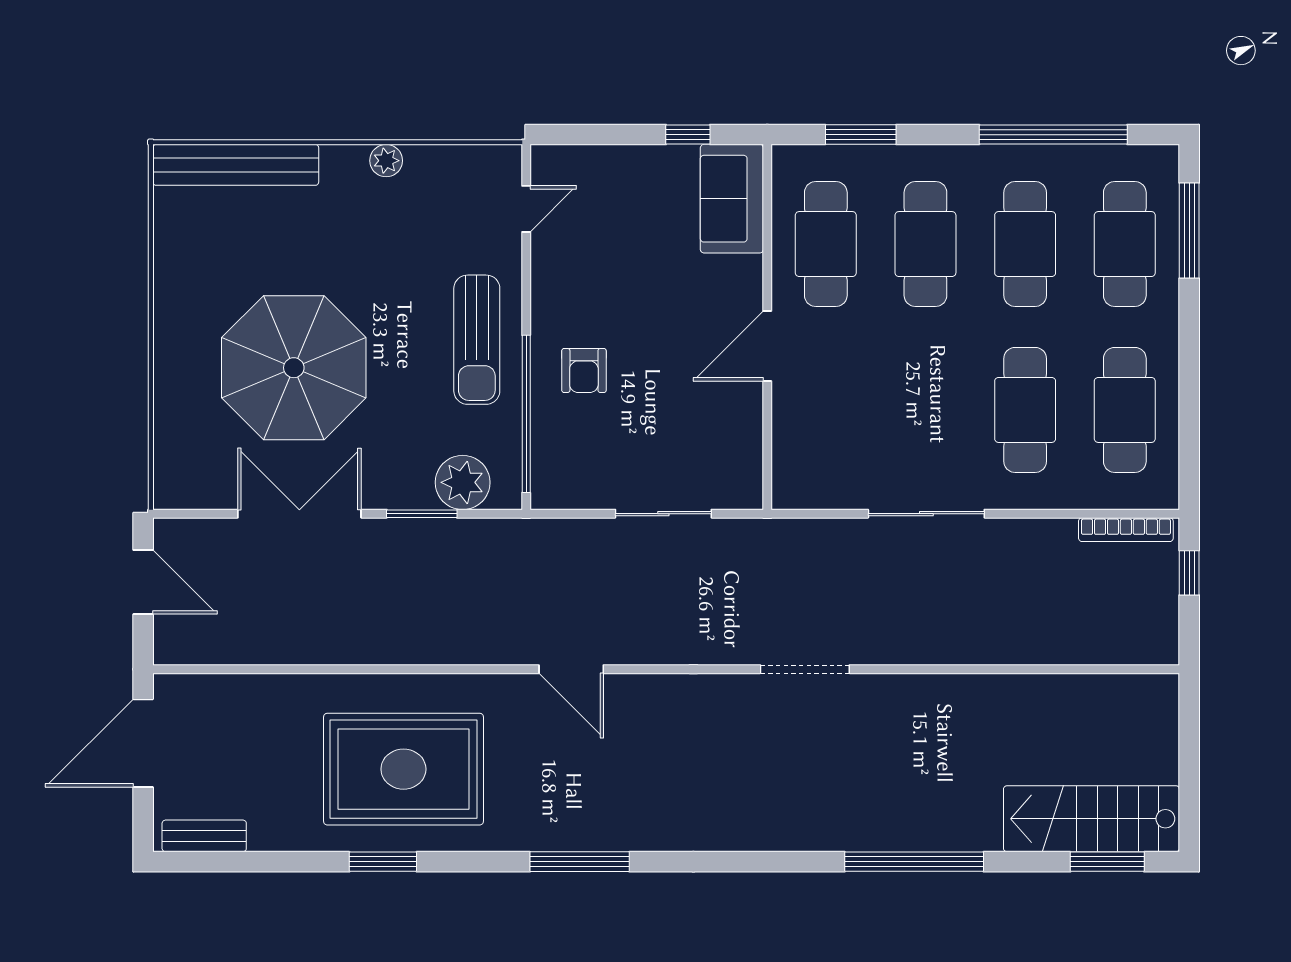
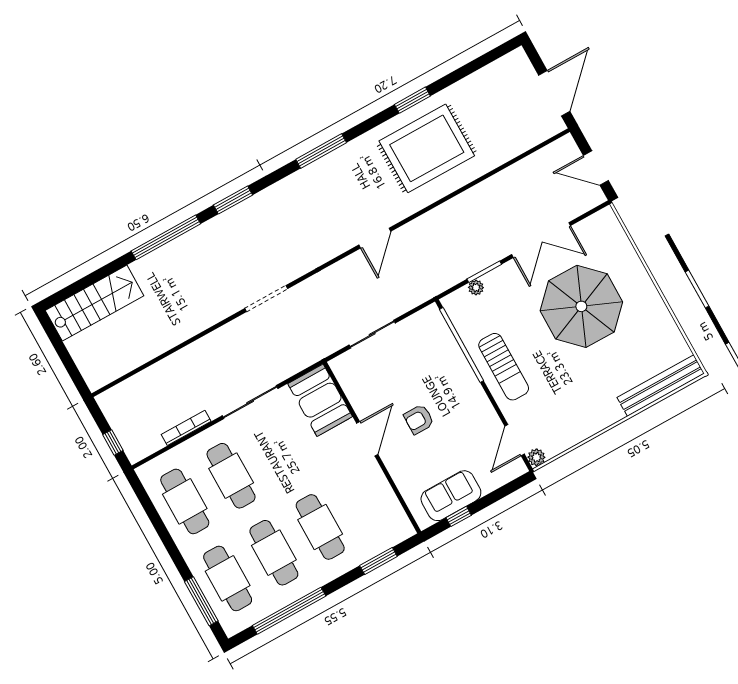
plant: (386, 161) -> (536, 457), moved
sofa: (732, 199) -> (451, 496), moved, turned -90
door: (526, 209) -> (515, 440), width x1.38
cafe table: (826, 244) -> (366, 501), removed
sun lounger: (477, 340) -> (504, 367), turned 180
armchair: (584, 371) -> (419, 419), moved, turned -90
booth: (809, 453) -> (320, 400), added
plant: (463, 482) -> (476, 288), width x0.53, depth x0.53
bookcase: (1126, 530) -> (186, 428), moved
door: (571, 669) -> (375, 238), swing flipped
bench: (204, 836) -> (502, 66), removed
window: (1107, 862) -> (233, 200), moved

